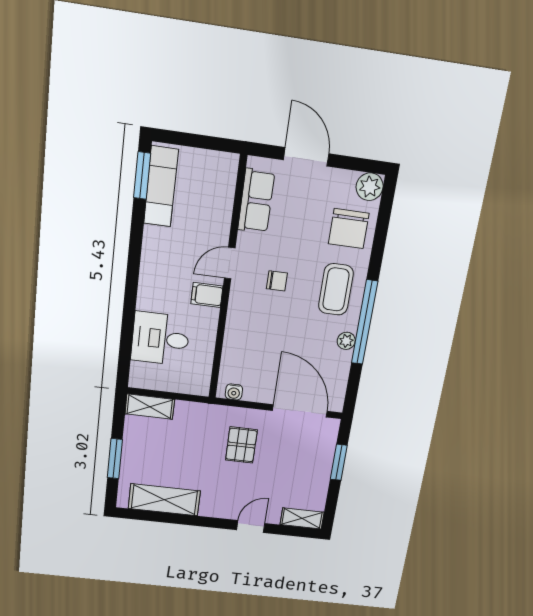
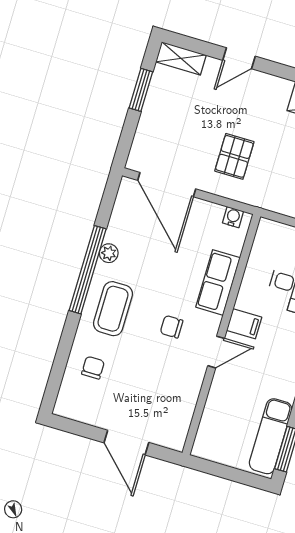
plant: (370, 187) -> (68, 405), removed
row of seats: (256, 201) -> (218, 282), moved
chair: (349, 229) -> (93, 368), width x0.54, depth x0.54
window: (339, 462) -> (141, 90), moved

